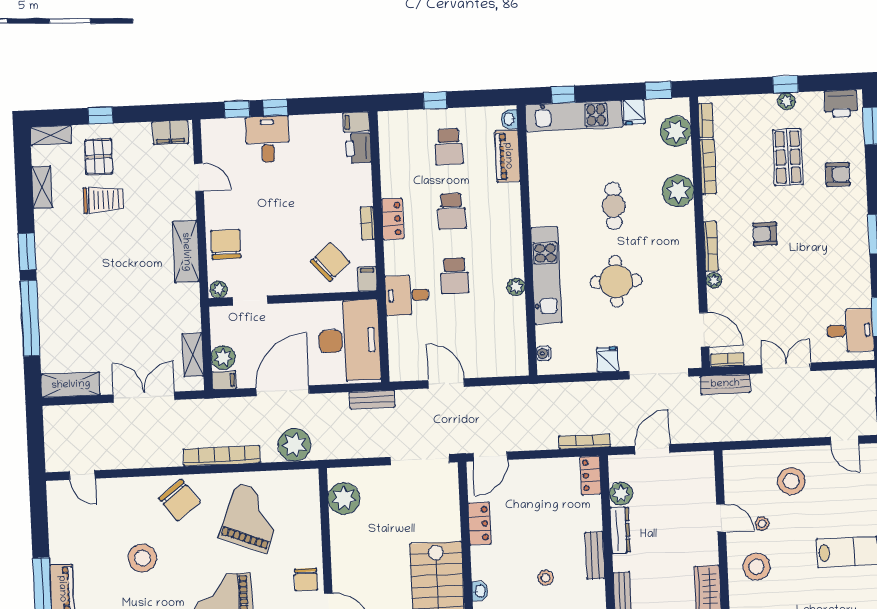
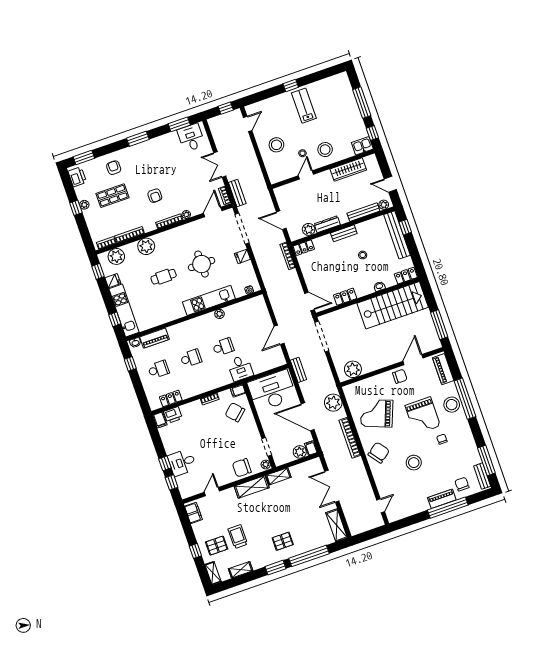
window: (435, 100) -> (130, 364), moved
locker: (392, 219) -> (171, 398), moved
pallet: (71, 279) -> (283, 541), added
shelving: (193, 355) -> (278, 476), moved

